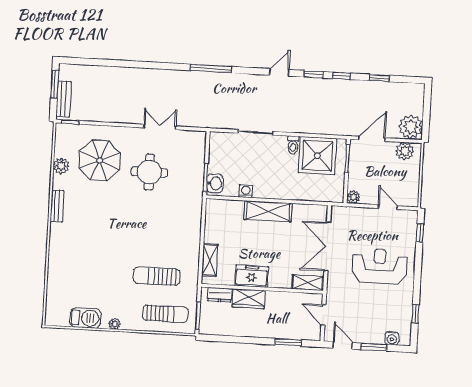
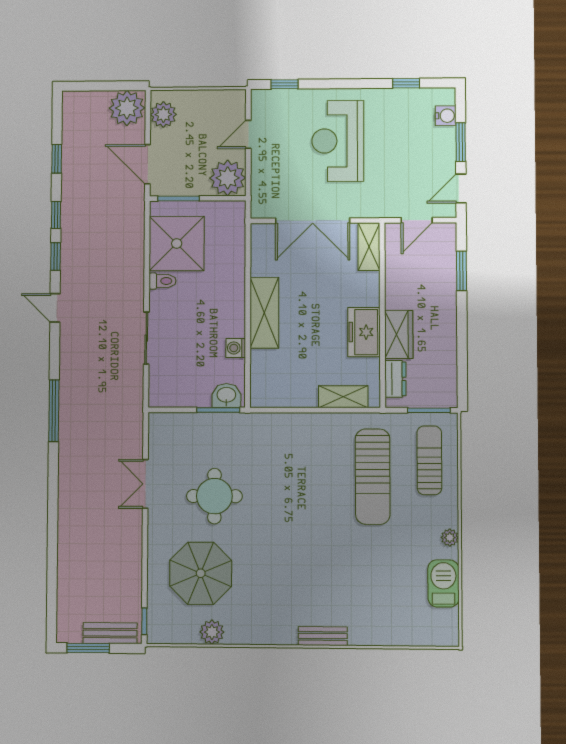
plant: (353, 197) -> (228, 178), width x1.88, depth x1.88
bench: (57, 206) -> (323, 636), moved
sun lounger: (157, 276) -> (373, 477), width x1.36, depth x1.34

